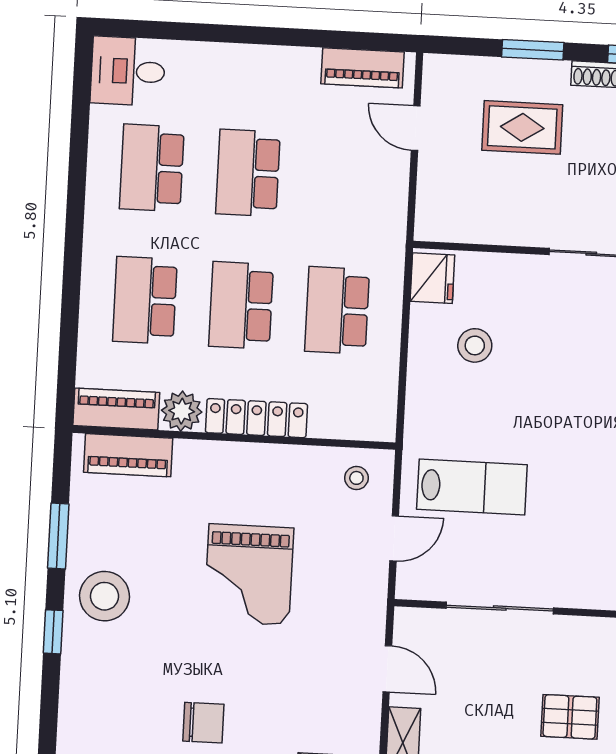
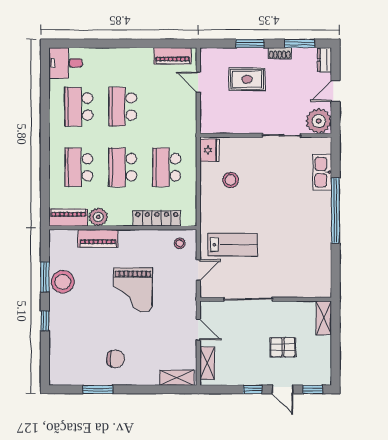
locker: (256, 418) -> (157, 218), moved
piano: (128, 455) -> (98, 238), moved
stool: (105, 596) -> (63, 282), moved

